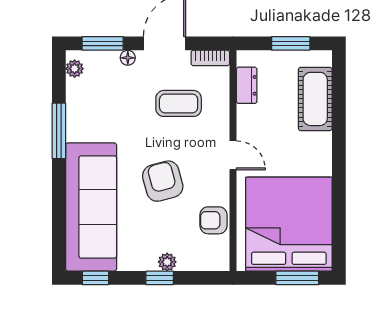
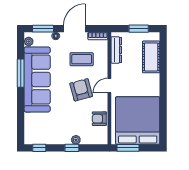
dresser: (247, 85) -> (116, 50), width x1.44
door: (233, 155) -> (109, 86), swing flipped
armchair: (163, 181) -> (81, 90), moved
sofa: (91, 207) -> (37, 79), moved
window: (297, 278) -> (128, 148), moved

